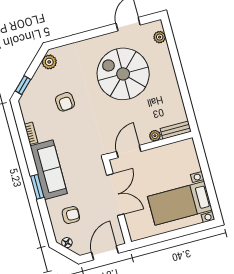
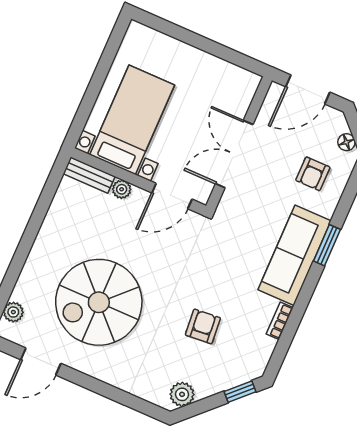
spiral stairs: (123, 74) -> (99, 302), turned 90
bed with nightstands: (180, 203) -> (132, 120), moved, turned -90
armchair: (71, 215) -> (313, 174), turned -91

